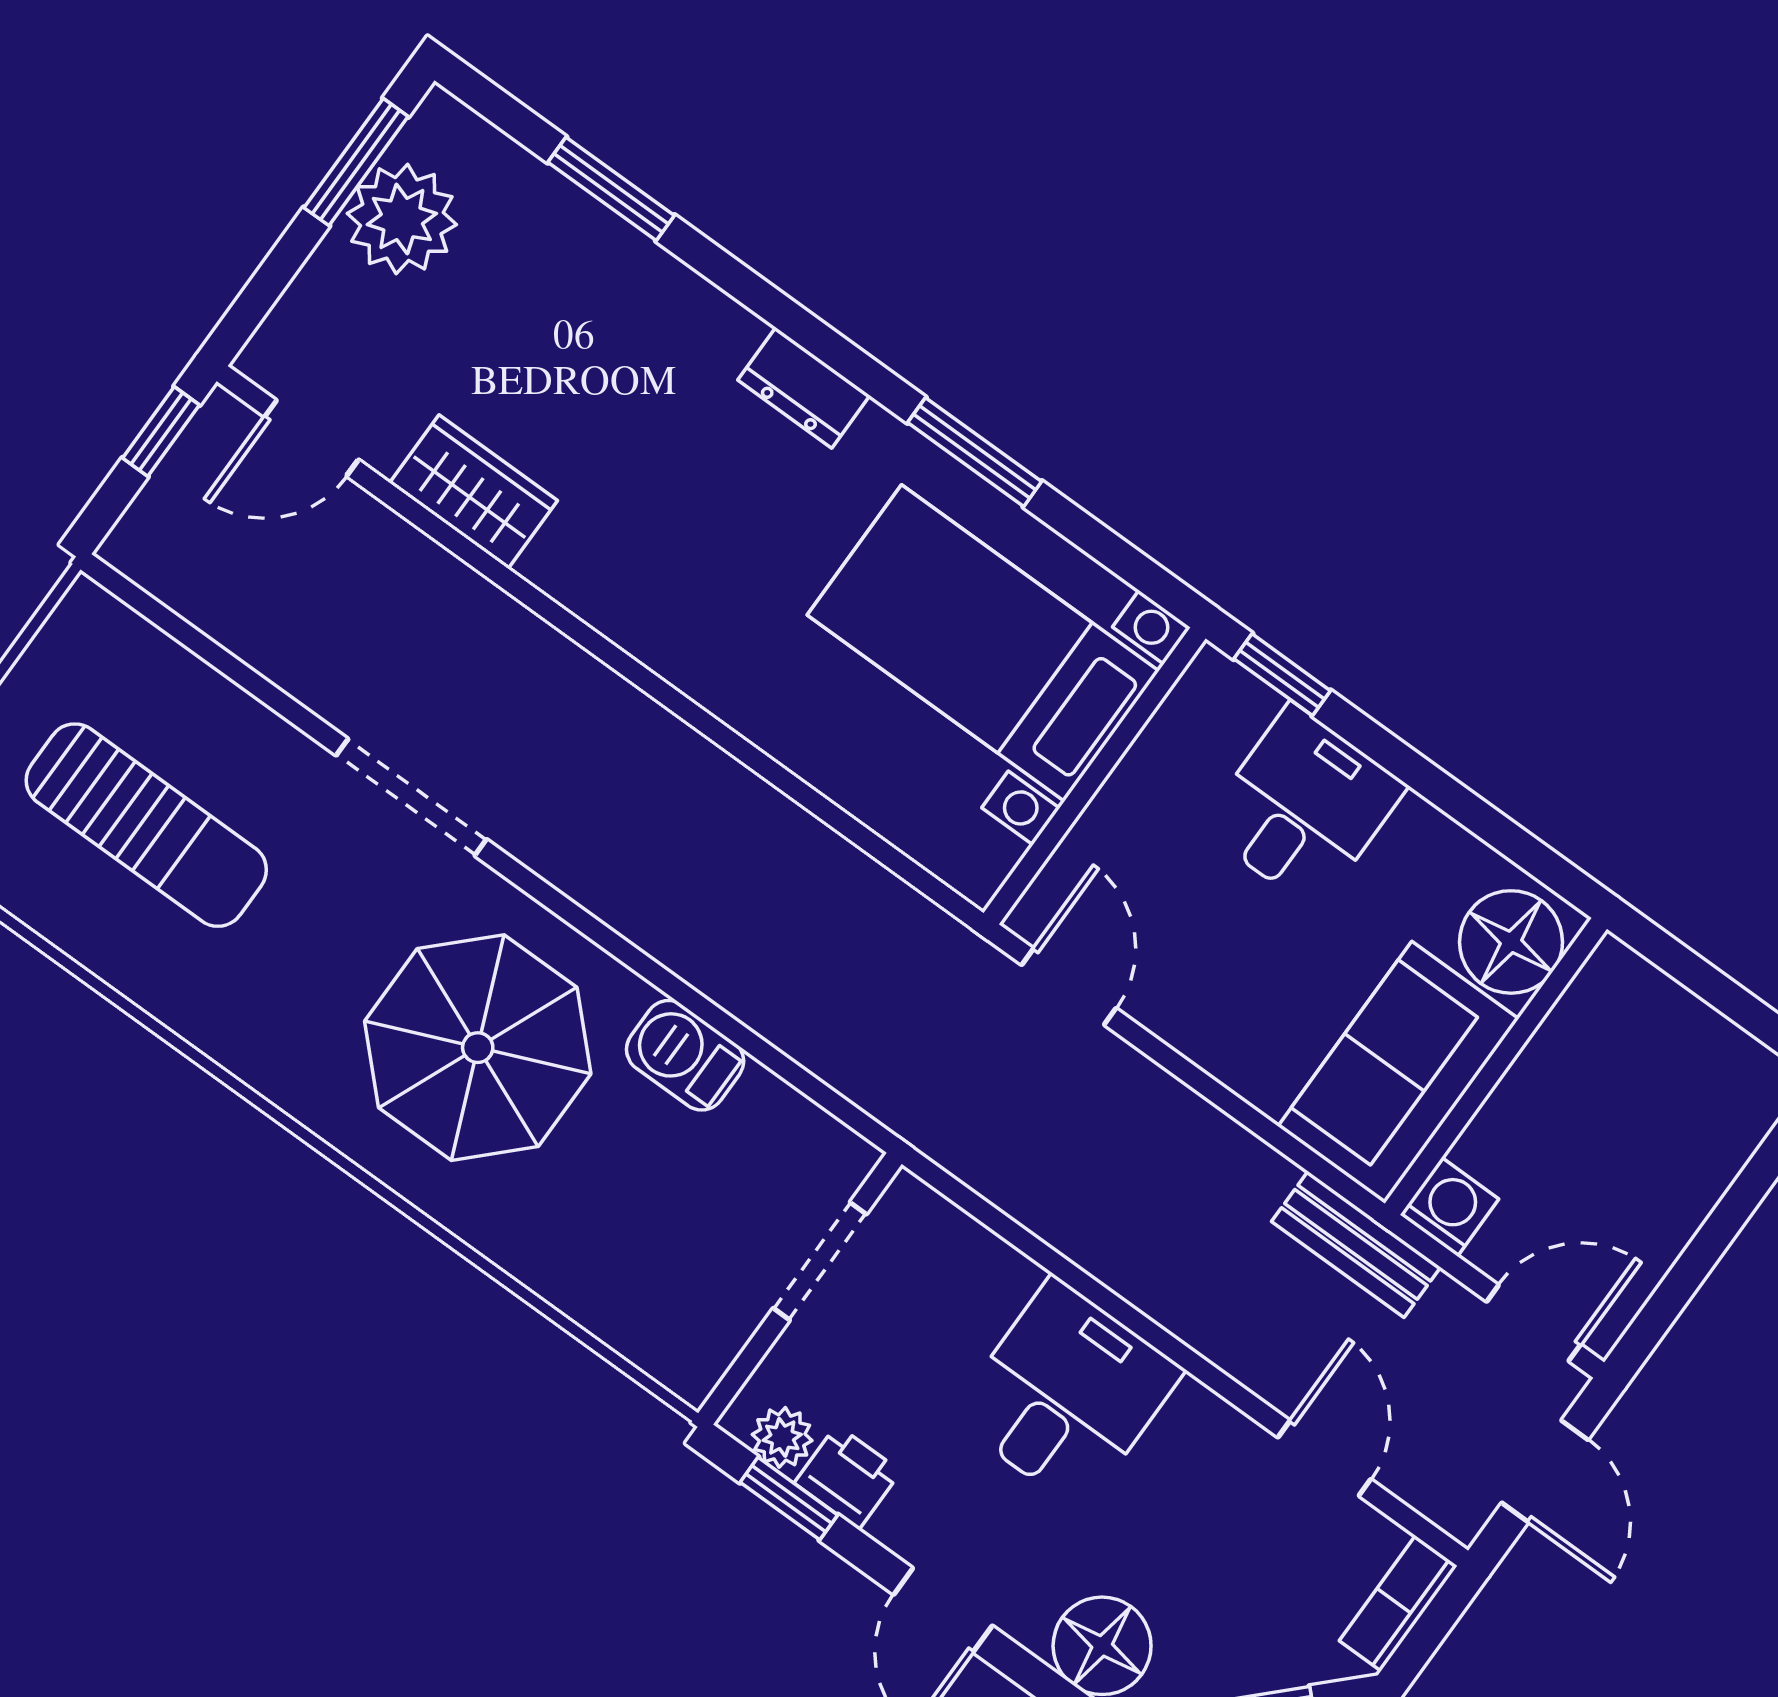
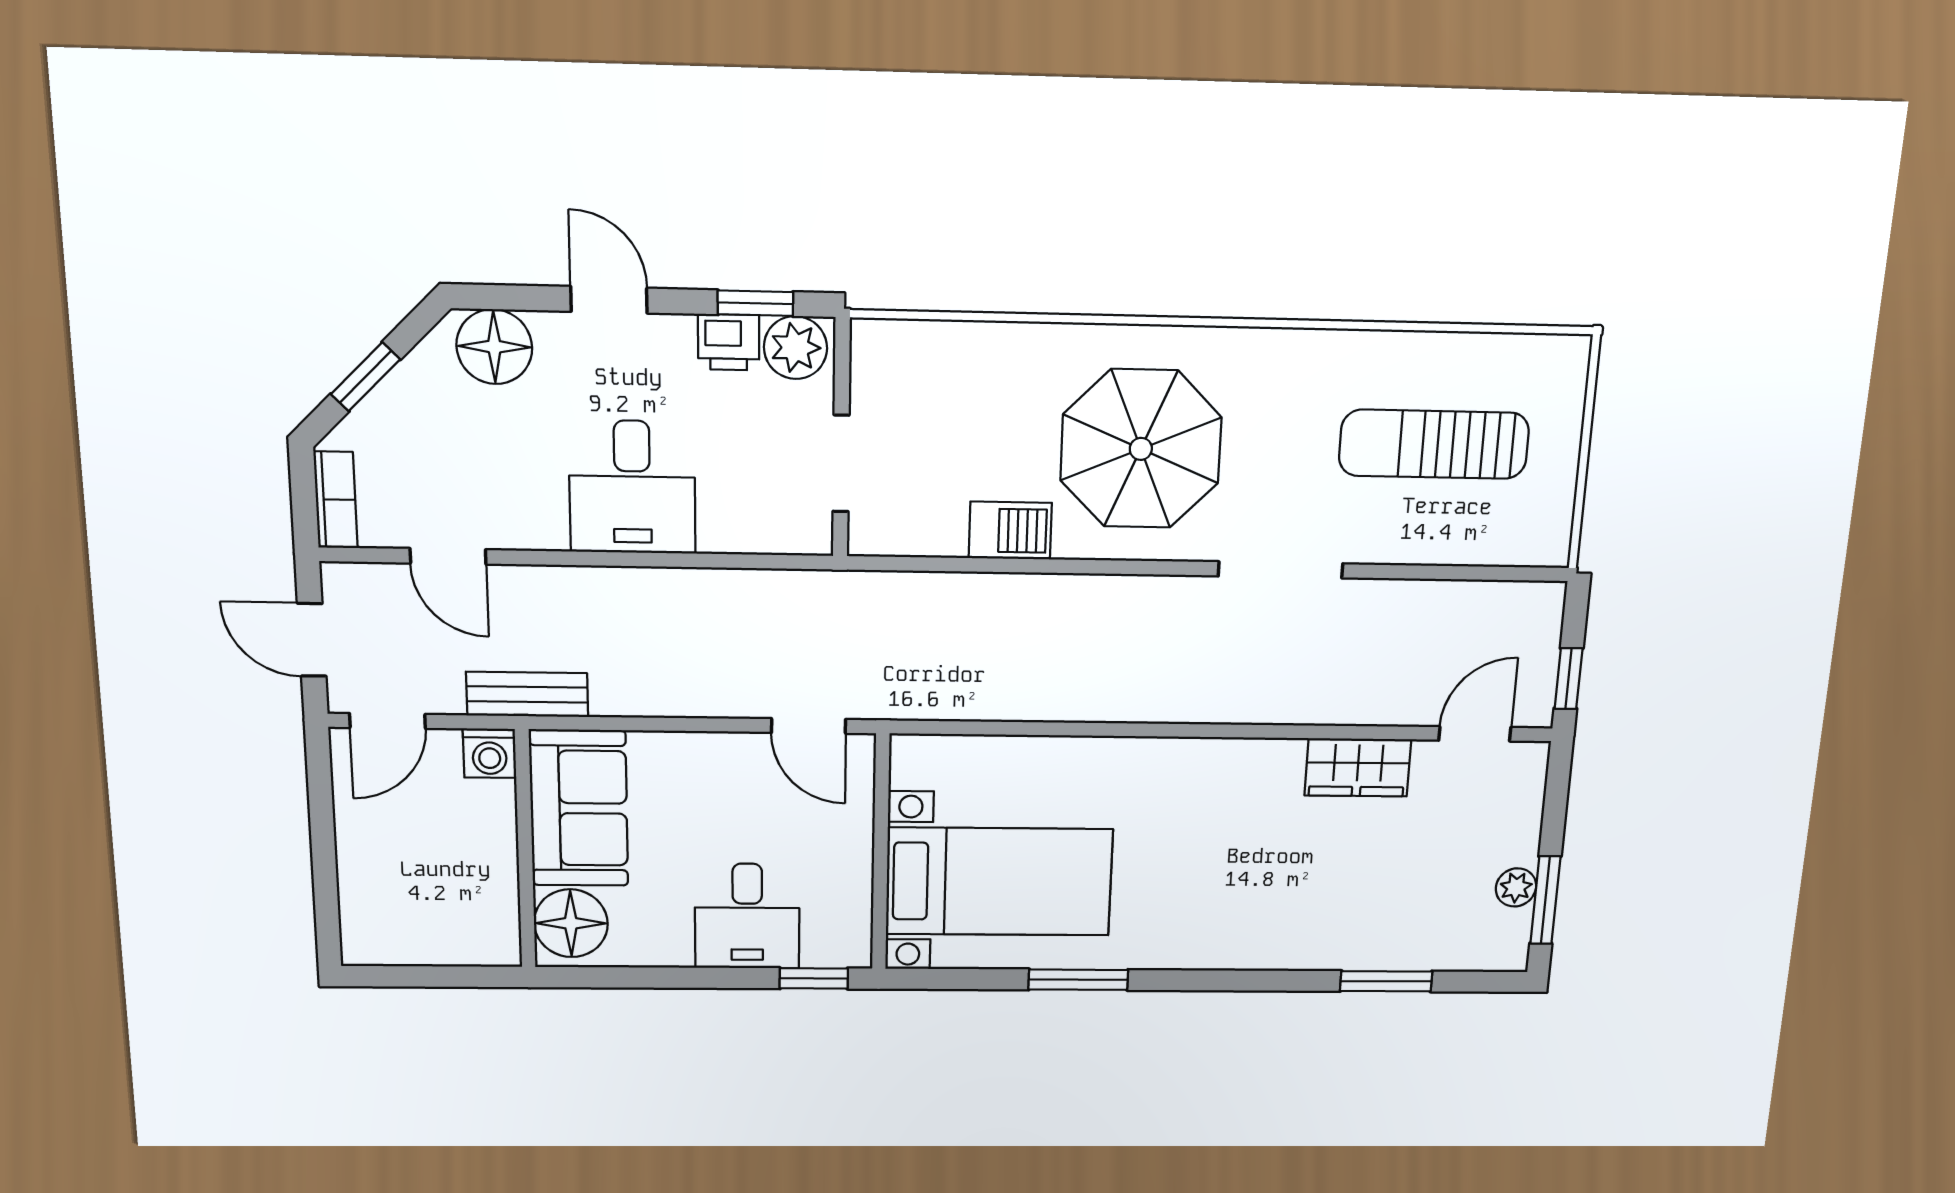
plant: (402, 219) -> (1516, 887), width x0.53, depth x0.53
dresser: (804, 388) -> (1201, 949), removed
plant: (782, 1437) -> (795, 348), width x1.38, depth x1.38

